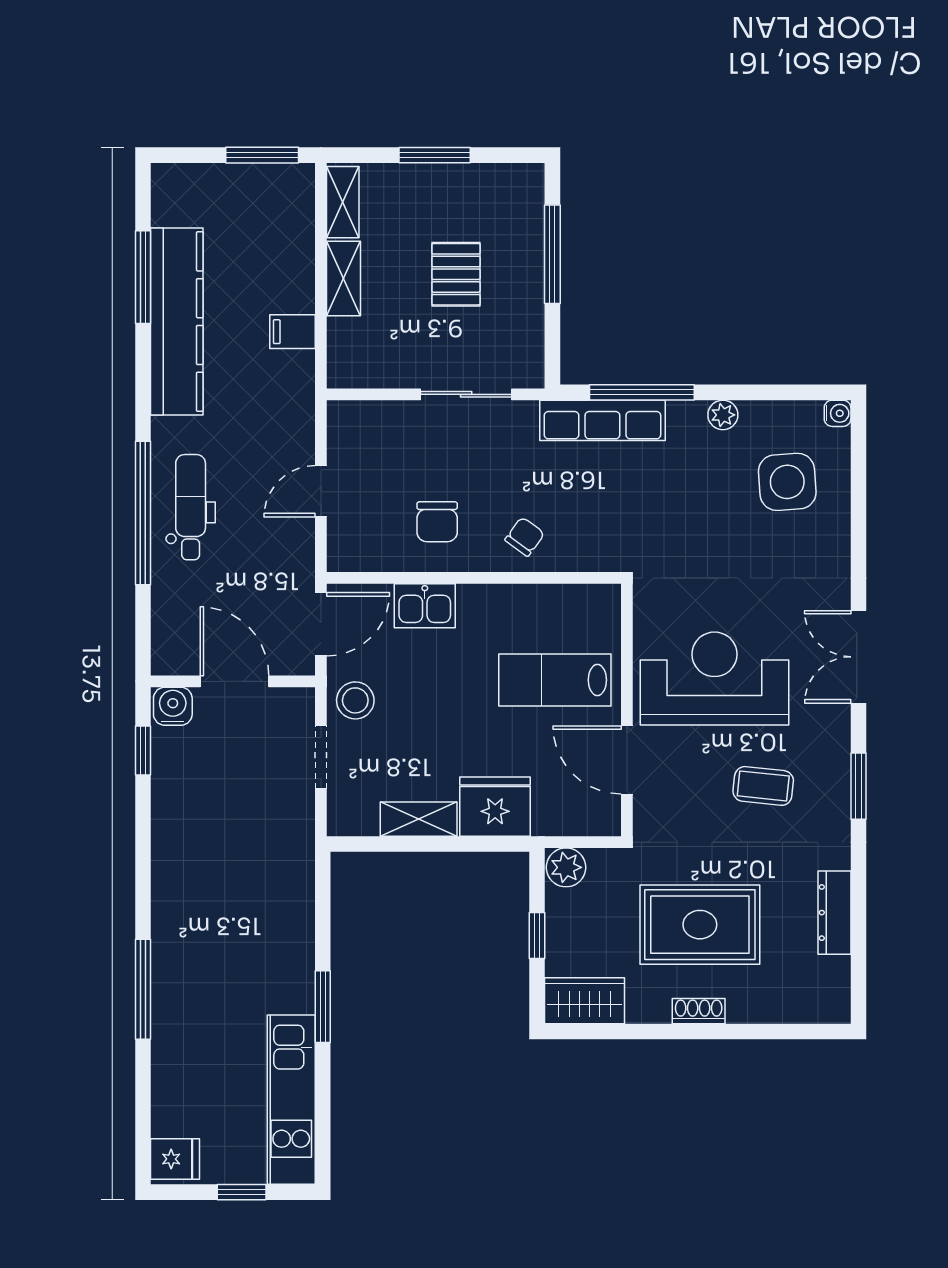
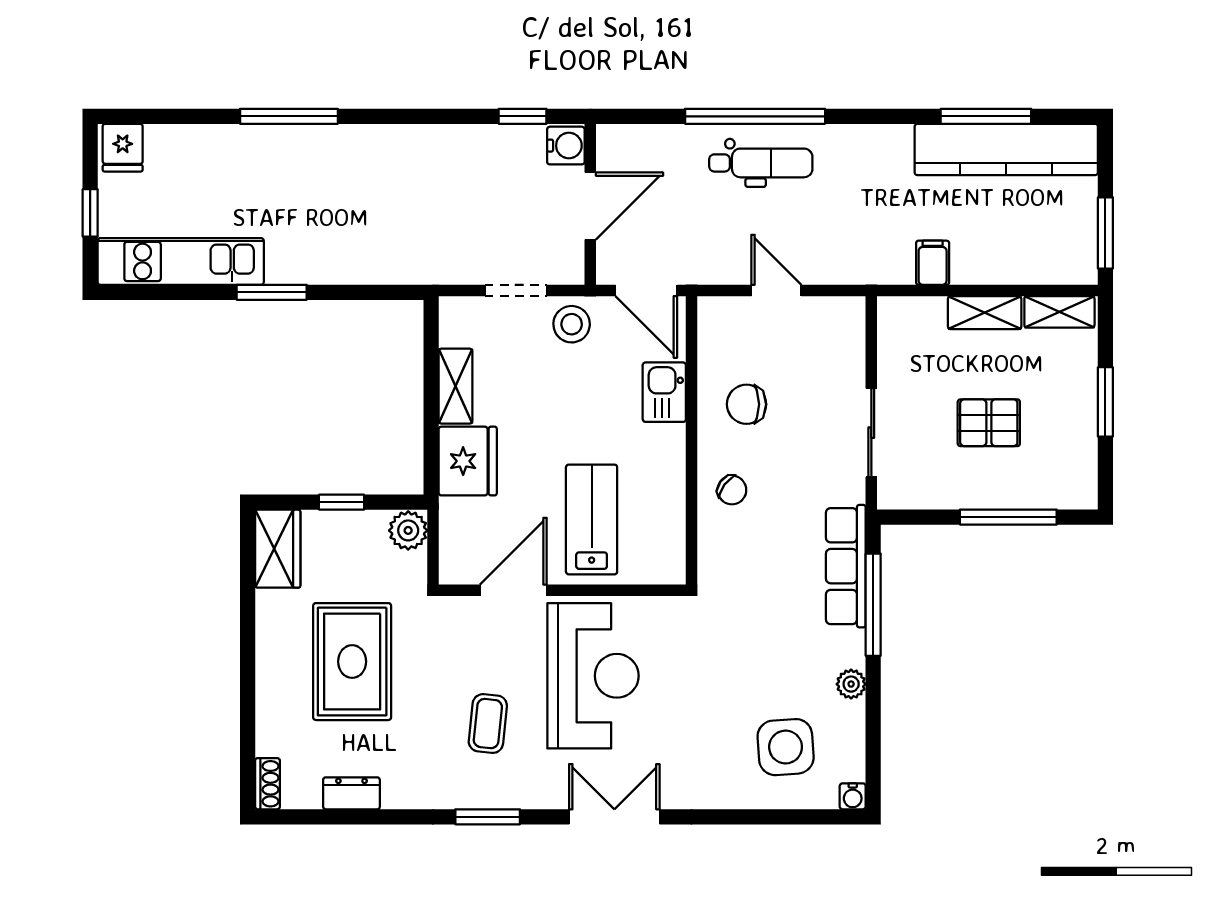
kitchen counter: (177, 322) -> (1006, 149), moved
dresser: (835, 913) -> (351, 793), width x0.70
shoe rack: (699, 1011) -> (267, 784), moved

